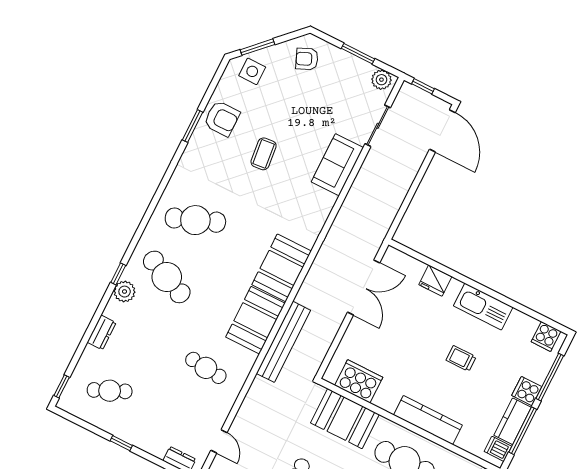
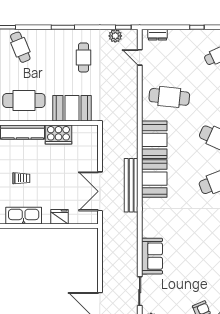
coffee table: (264, 154) -> (199, 241), removed
bench: (283, 342) -> (131, 185), moved
cafe table: (206, 368) -> (169, 97), width x1.37, depth x1.35
cooker: (359, 381) -> (58, 134), moved

